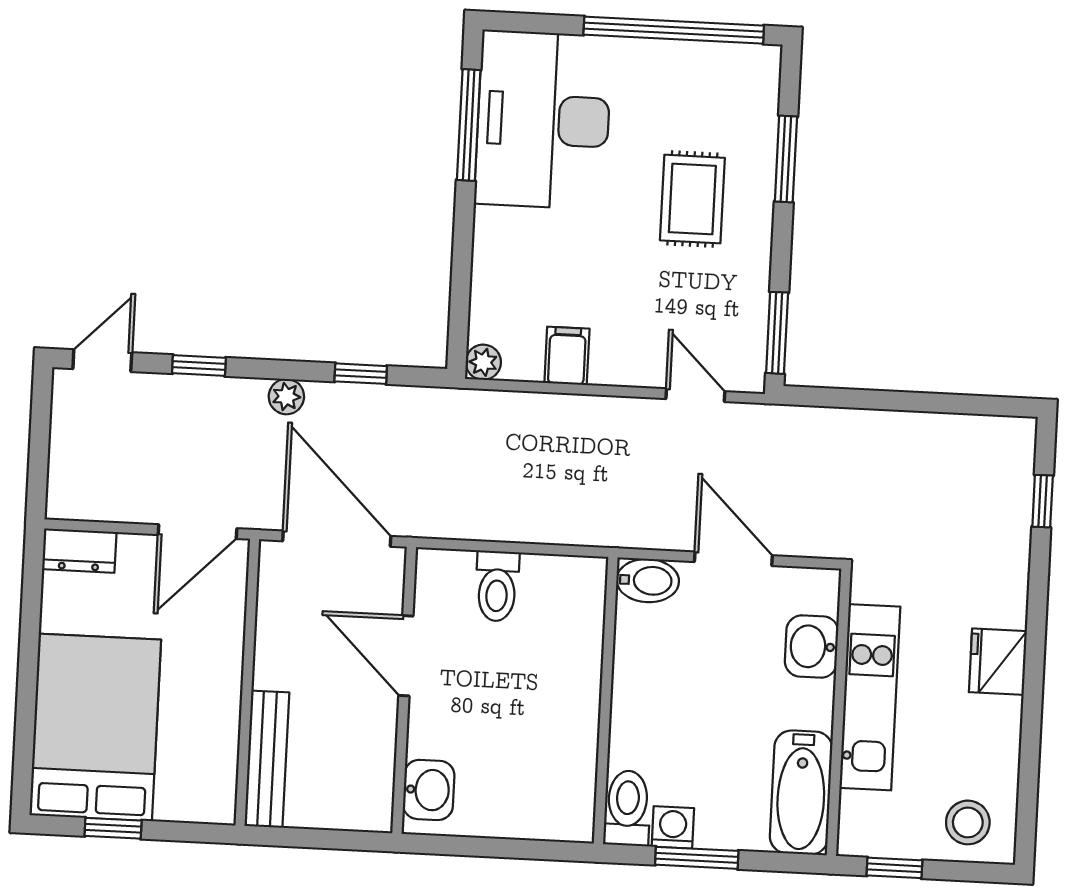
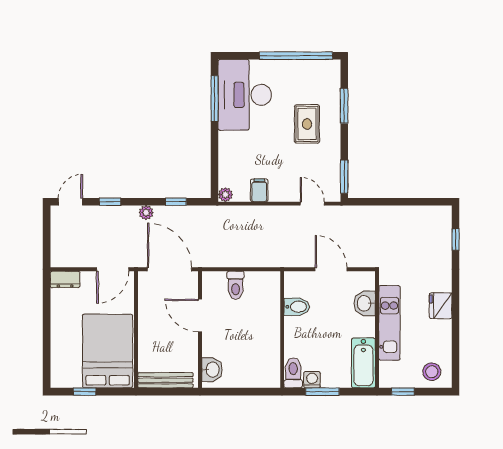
bidet: (648, 581) -> (297, 307), moved
bed: (95, 727) -> (108, 351), moved
bench: (267, 759) -> (165, 380), moved, turned 90

